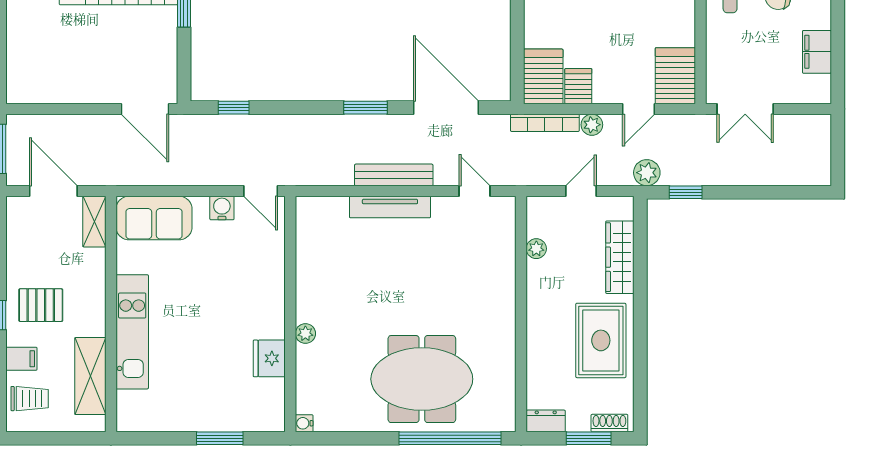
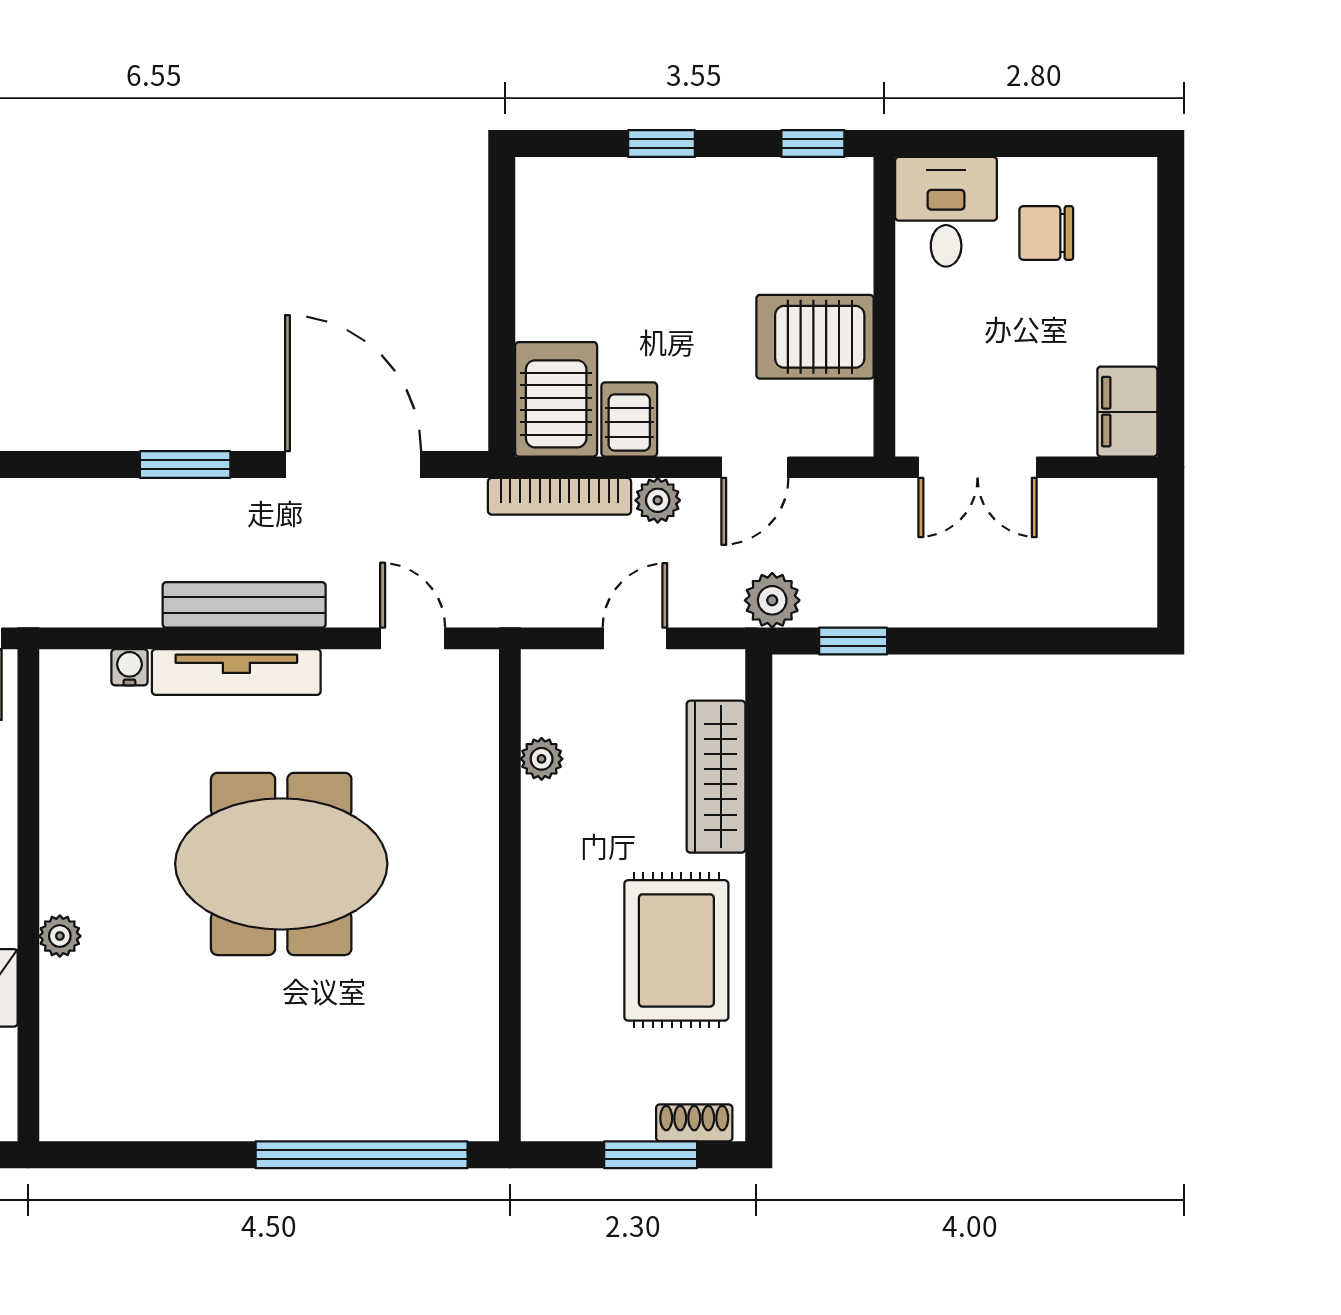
filing cabinet: (817, 52) -> (1127, 412), moved
server rack: (675, 76) -> (815, 337), moved, turned -90
meeting table: (422, 379) -> (281, 864), moved
dresser: (546, 421) -> (561, 1118), removed
water cooler: (304, 423) -> (130, 667), moved, turned 90

